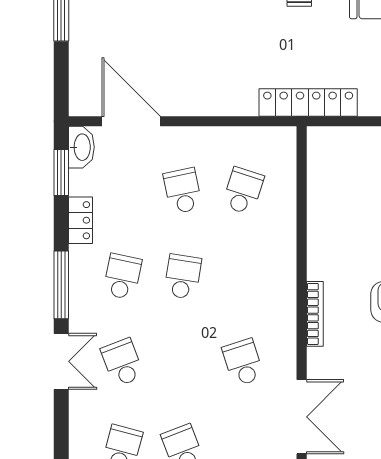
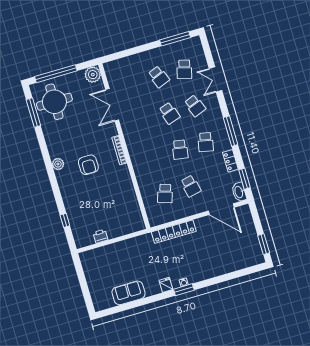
locker: (308, 102) -> (174, 232), moved
double door: (61, 361) -> (215, 79), moved
school desk: (243, 362) -> (169, 113), moved

